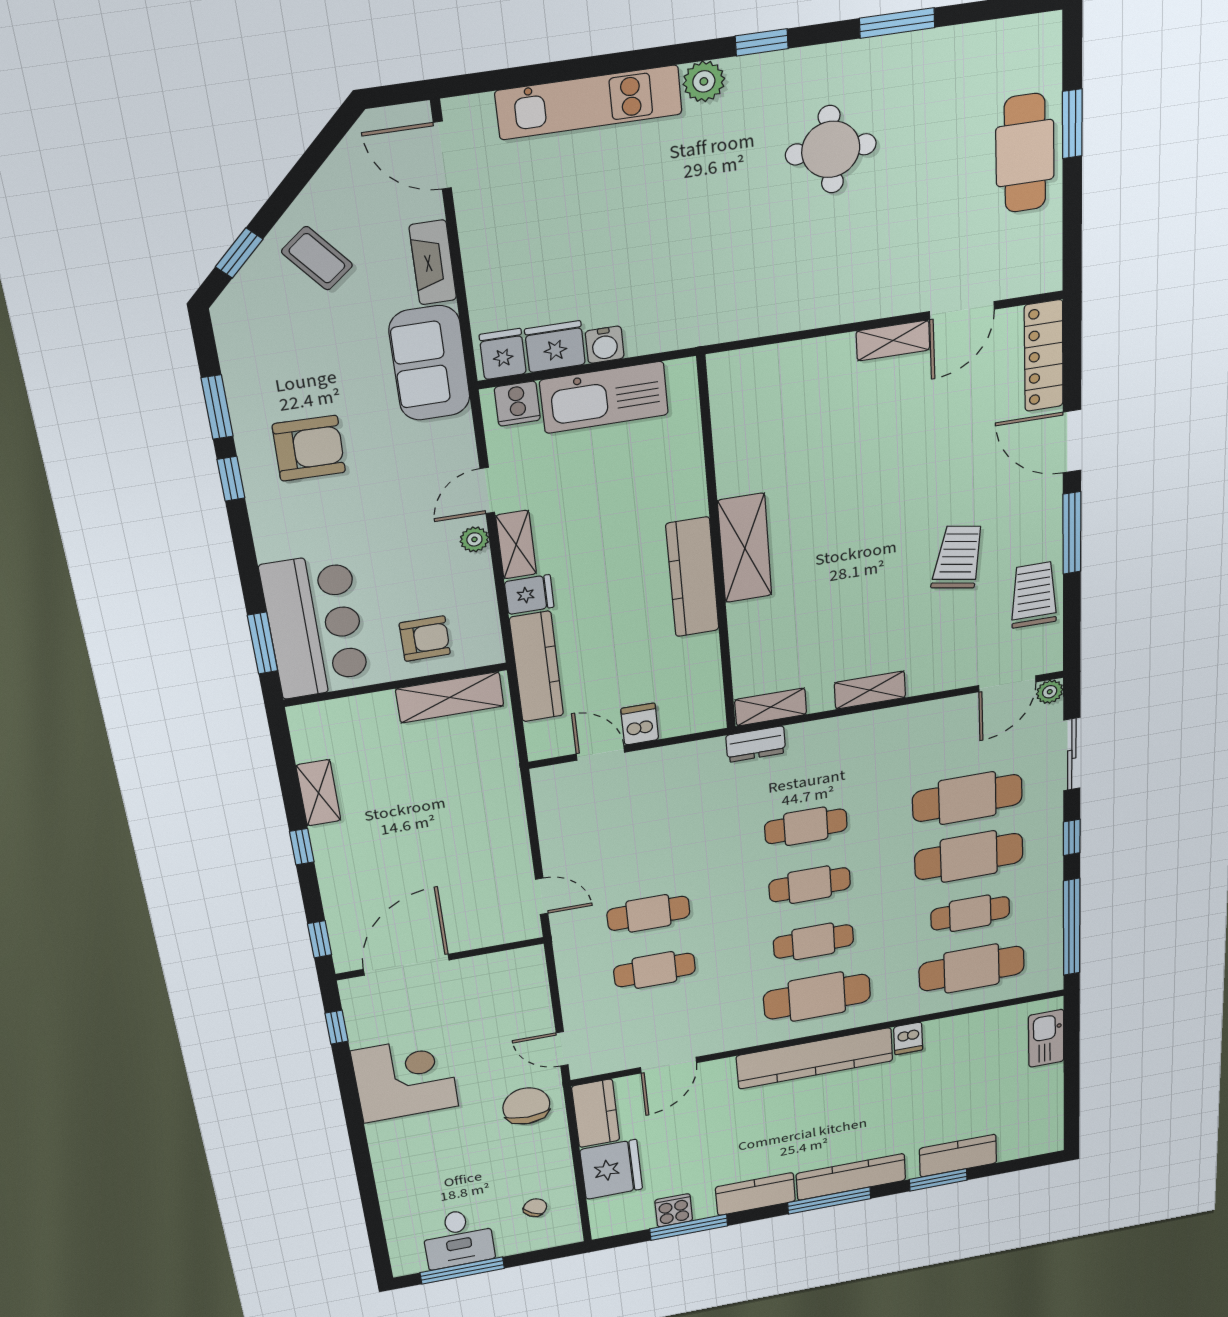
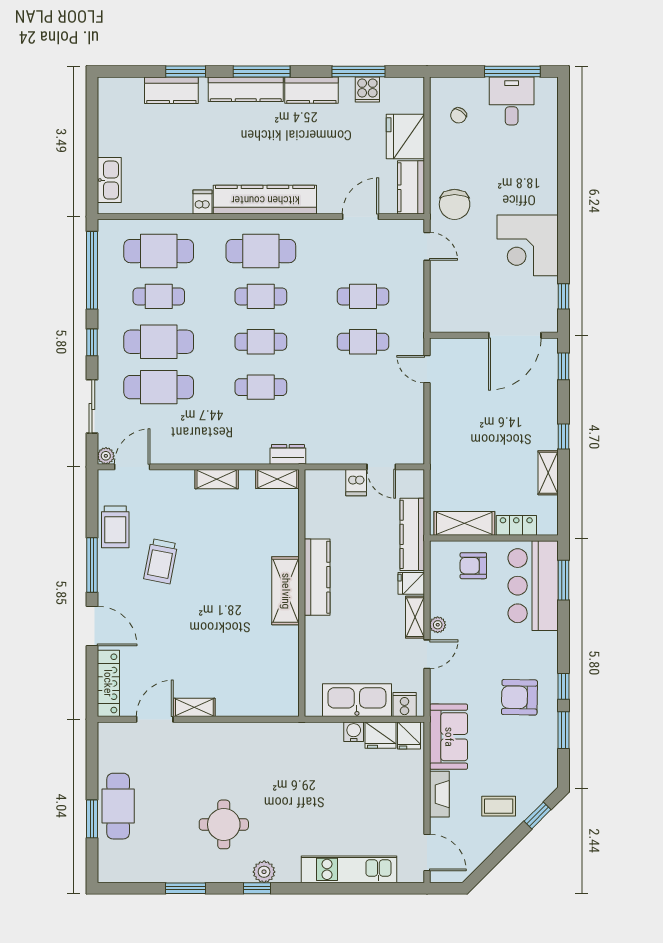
plant: (704, 81) -> (264, 872), moved
coffee table: (317, 258) -> (499, 806), turned -51
locker: (360, 710) -> (516, 525), added

